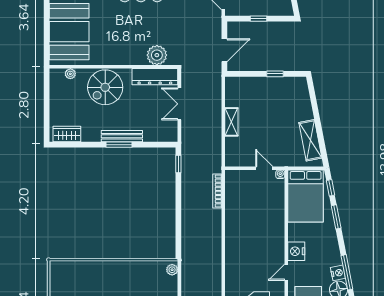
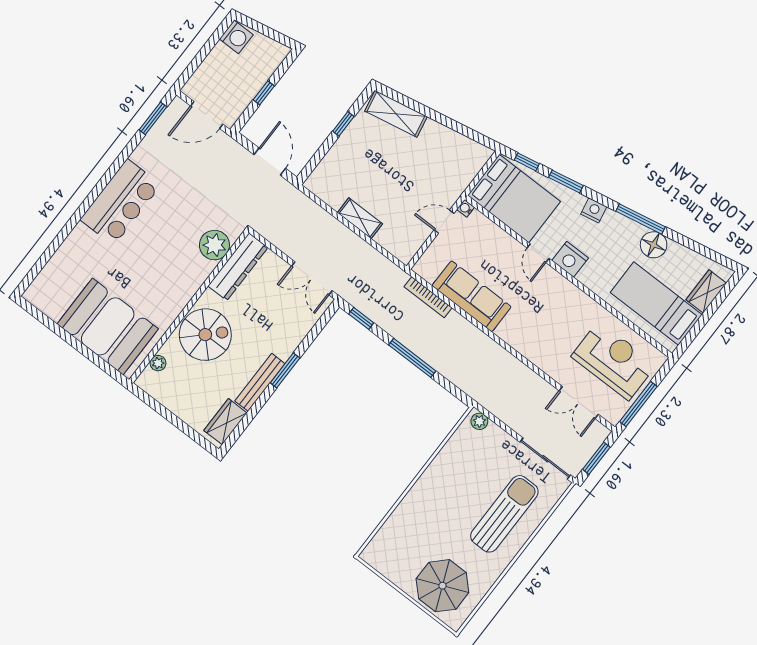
spiral stairs: (105, 87) -> (205, 335), turned -90
double door: (179, 104) -> (312, 278), moved
bench: (122, 136) -> (260, 382), moved
shelving: (310, 140) -> (396, 114), moved
window: (178, 208) -> (412, 358), added
sofa: (236, 214) -> (472, 296), added
door: (286, 272) -> (538, 253), moved
nightstand: (338, 273) -> (594, 210), moved

